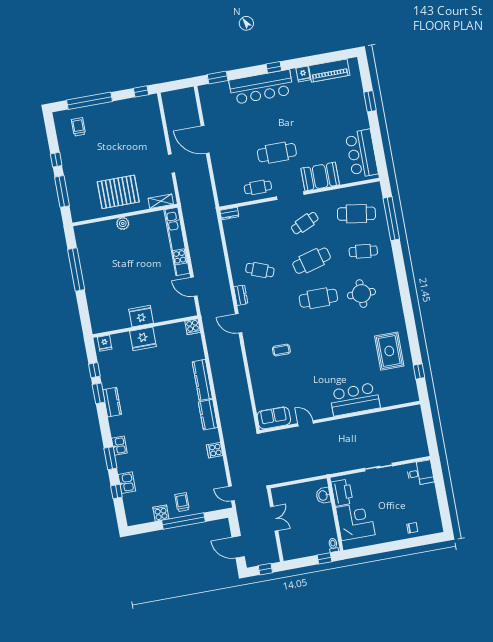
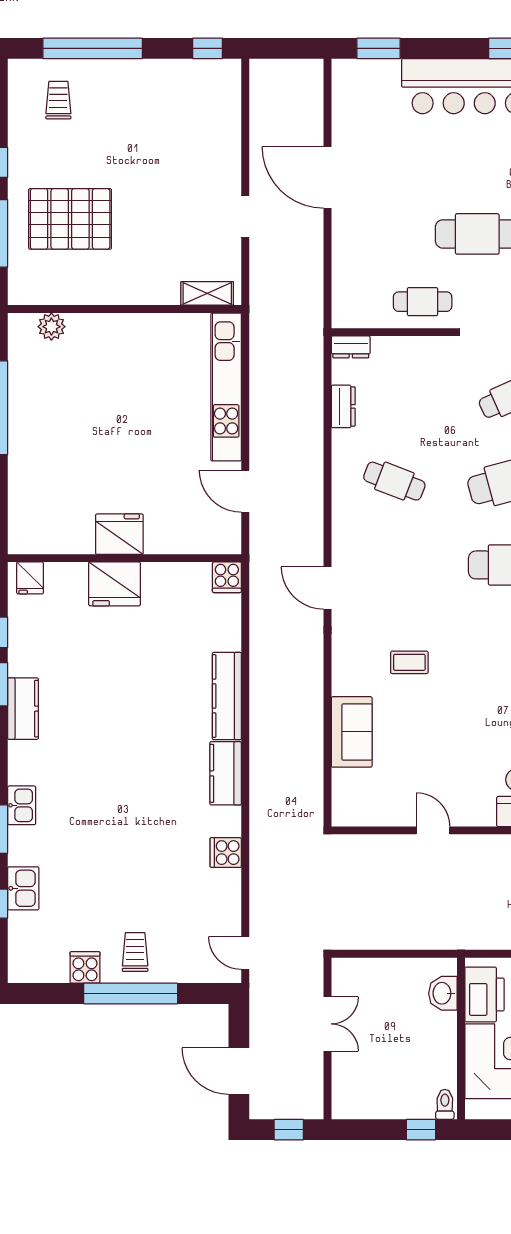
pallet: (118, 192) -> (70, 219), moved
plant: (123, 223) -> (51, 327), moved
dresser: (241, 295) -> (343, 406), moved
sofa: (274, 418) -> (352, 732), moved, turned 90

